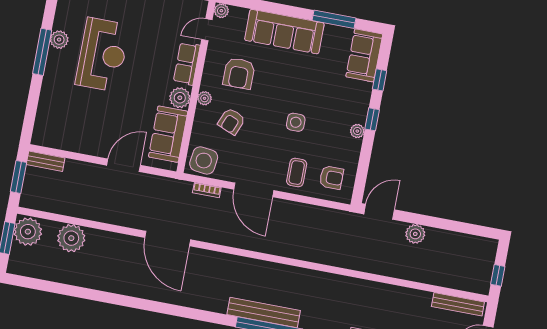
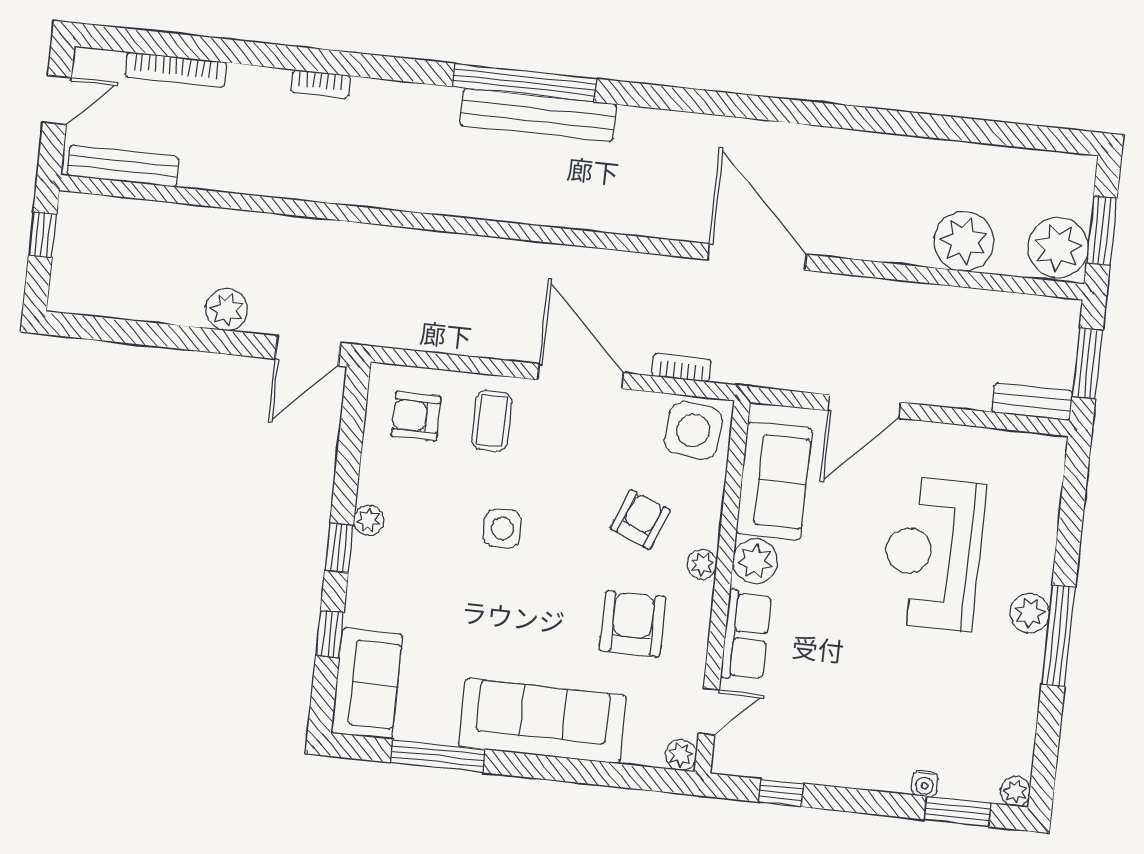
plant: (59, 40) -> (1030, 613), moved
reception desk: (102, 55) -> (933, 553), moved

